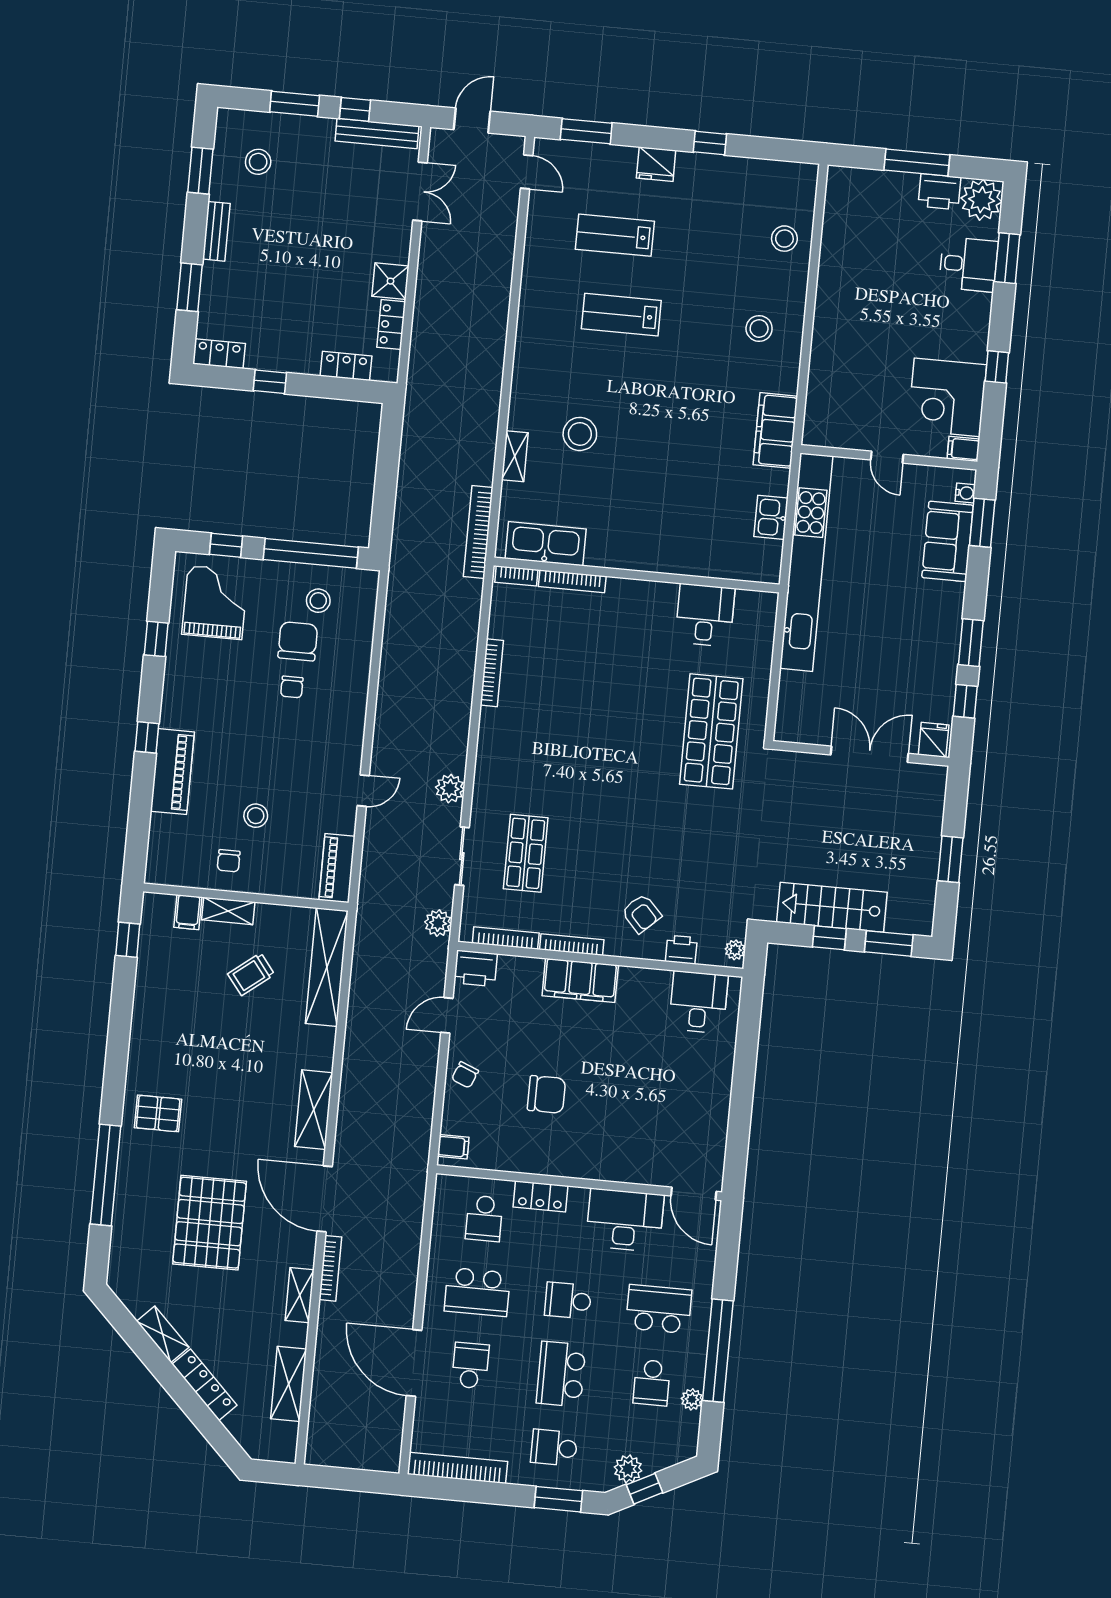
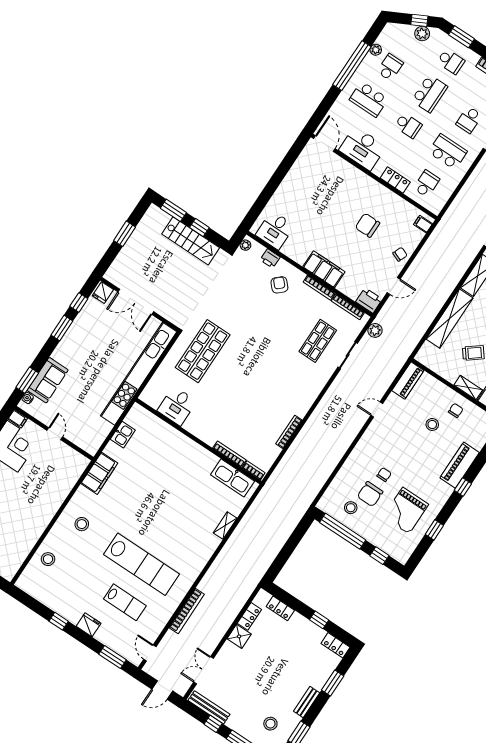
lab bench: (621, 315) -> (141, 564), width x1.86, depth x1.39
stool: (580, 434) -> (190, 520), removed
bookcase: (478, 532) -> (187, 611), moved
kitchen unit: (806, 562) -> (139, 374), moved
grand piano: (215, 602) -> (406, 511), moved
plant: (450, 788) -> (337, 389), removed
shelving: (327, 967) -> (450, 319), moved

